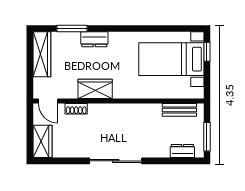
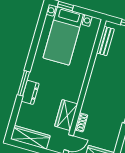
window: (72, 28) -> (24, 83), moved
wardrobe: (95, 89) -> (66, 115), moved

